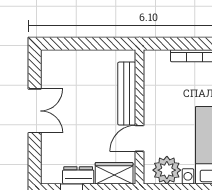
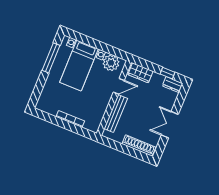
shoe rack: (70, 58) -> (139, 146), added
dresser: (78, 175) -> (173, 85), moved

